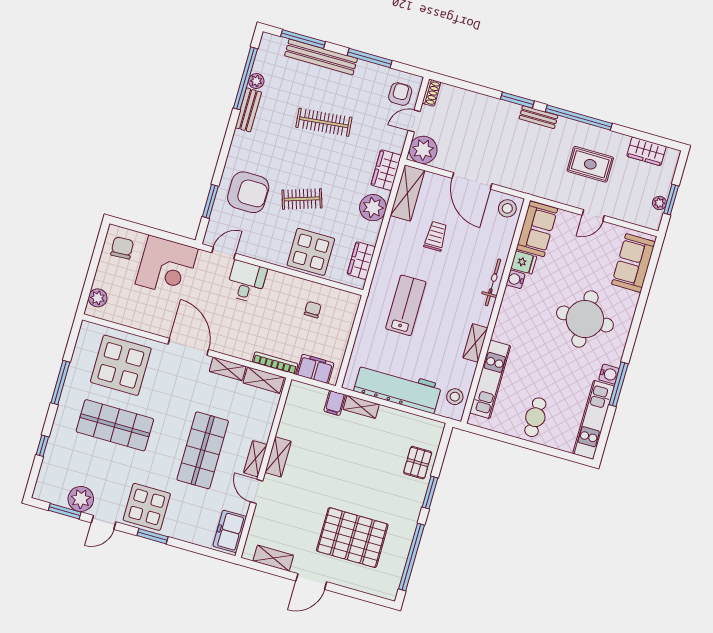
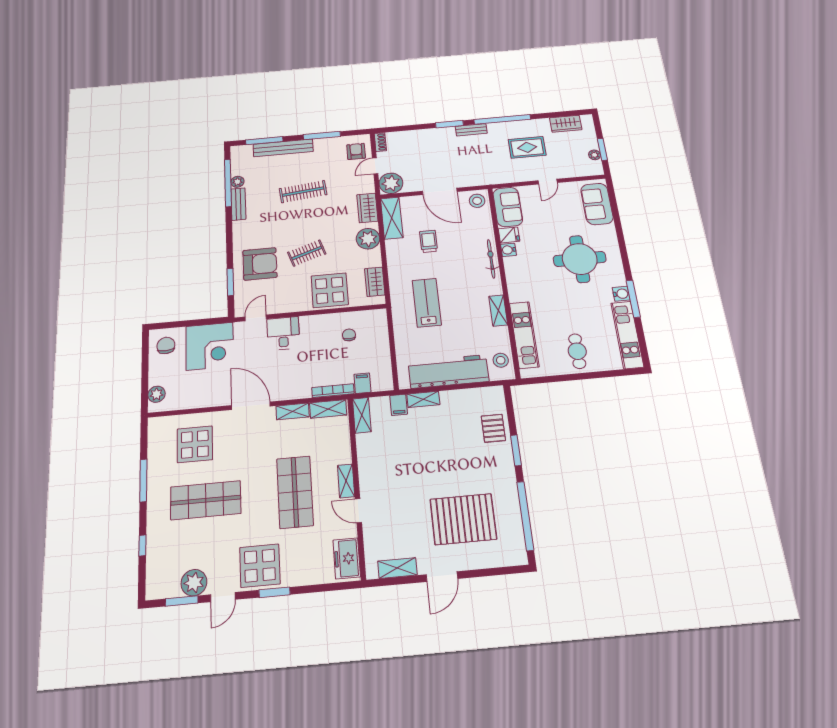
display table: (121, 365) -> (195, 444), width x0.73, depth x0.73
filing cabinet: (315, 369) -> (362, 383), width x0.50
shelving: (278, 457) -> (362, 415), moved

